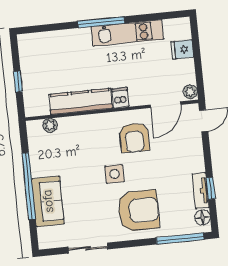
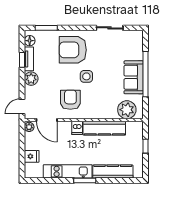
window: (101, 22) -> (85, 181), width x0.69
kitchen counter: (62, 40) -> (113, 172), added
door: (165, 105) -> (47, 120), swing flipped
plant: (50, 125) -> (127, 110), width x1.87, depth x1.87
plant: (195, 162) -> (31, 79), added
sofa: (48, 201) -> (134, 77), moved
window: (180, 239) -> (46, 28), width x0.69

